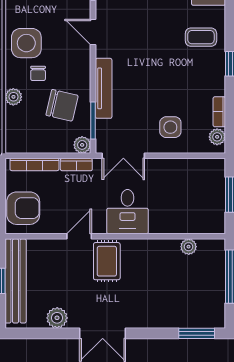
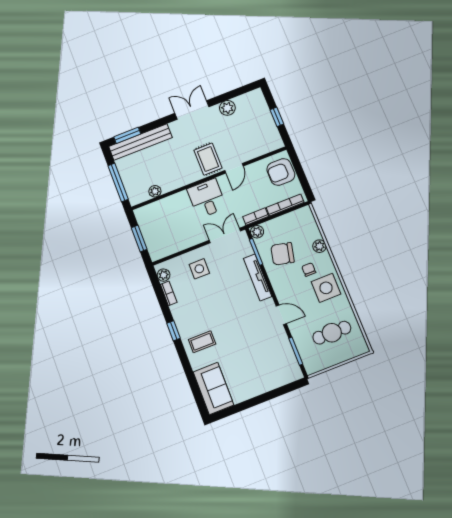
bench: (16, 281) -> (140, 142), moved, turned 90

